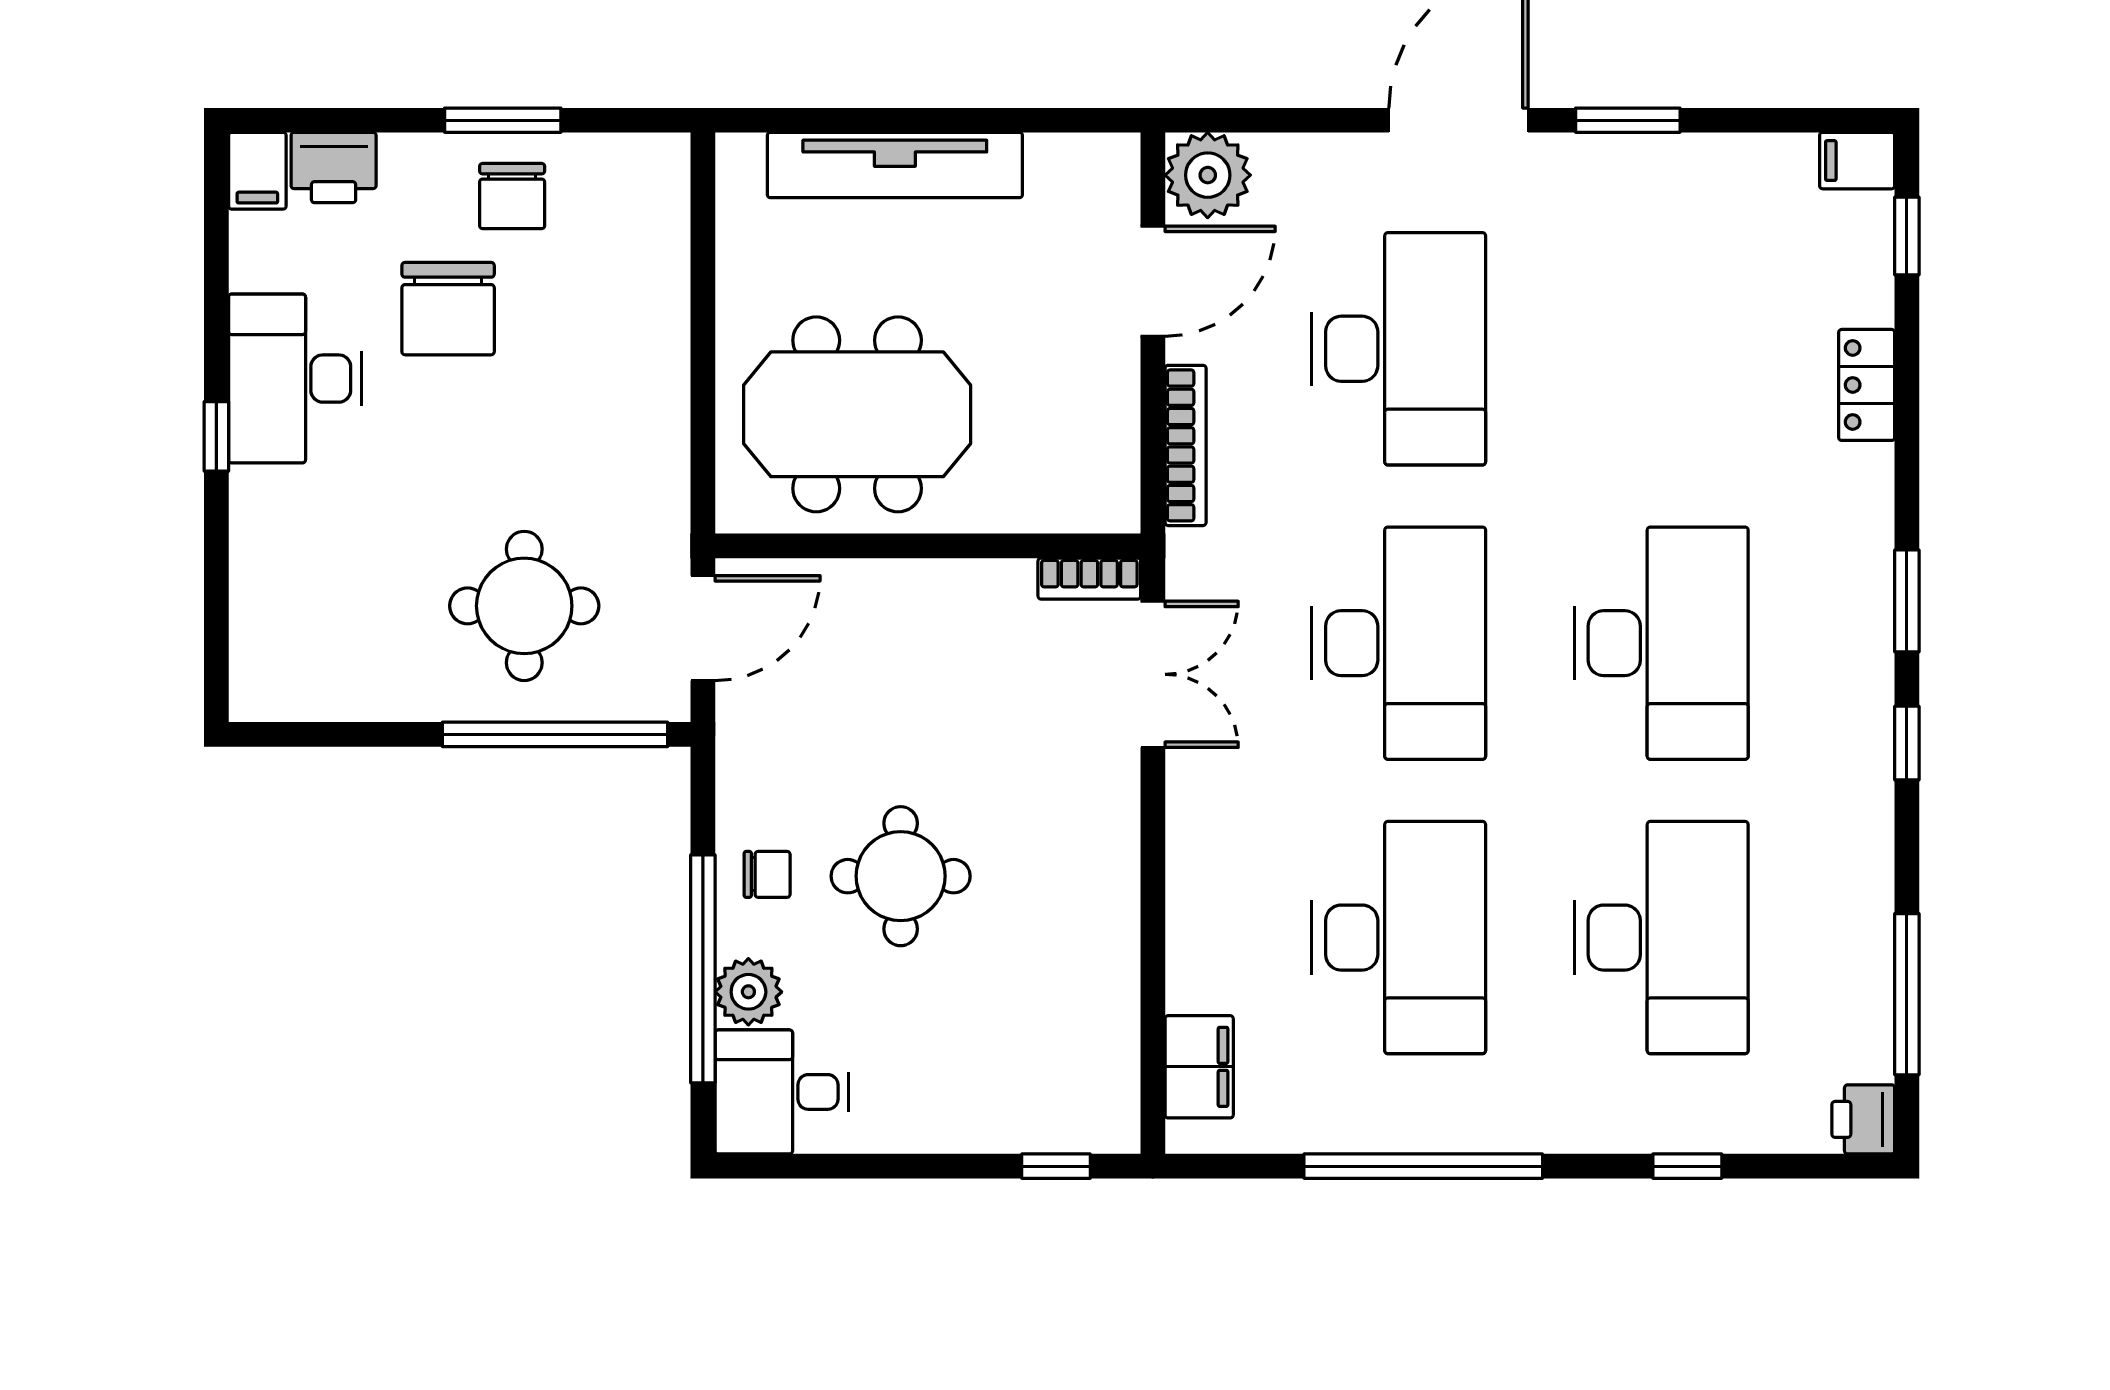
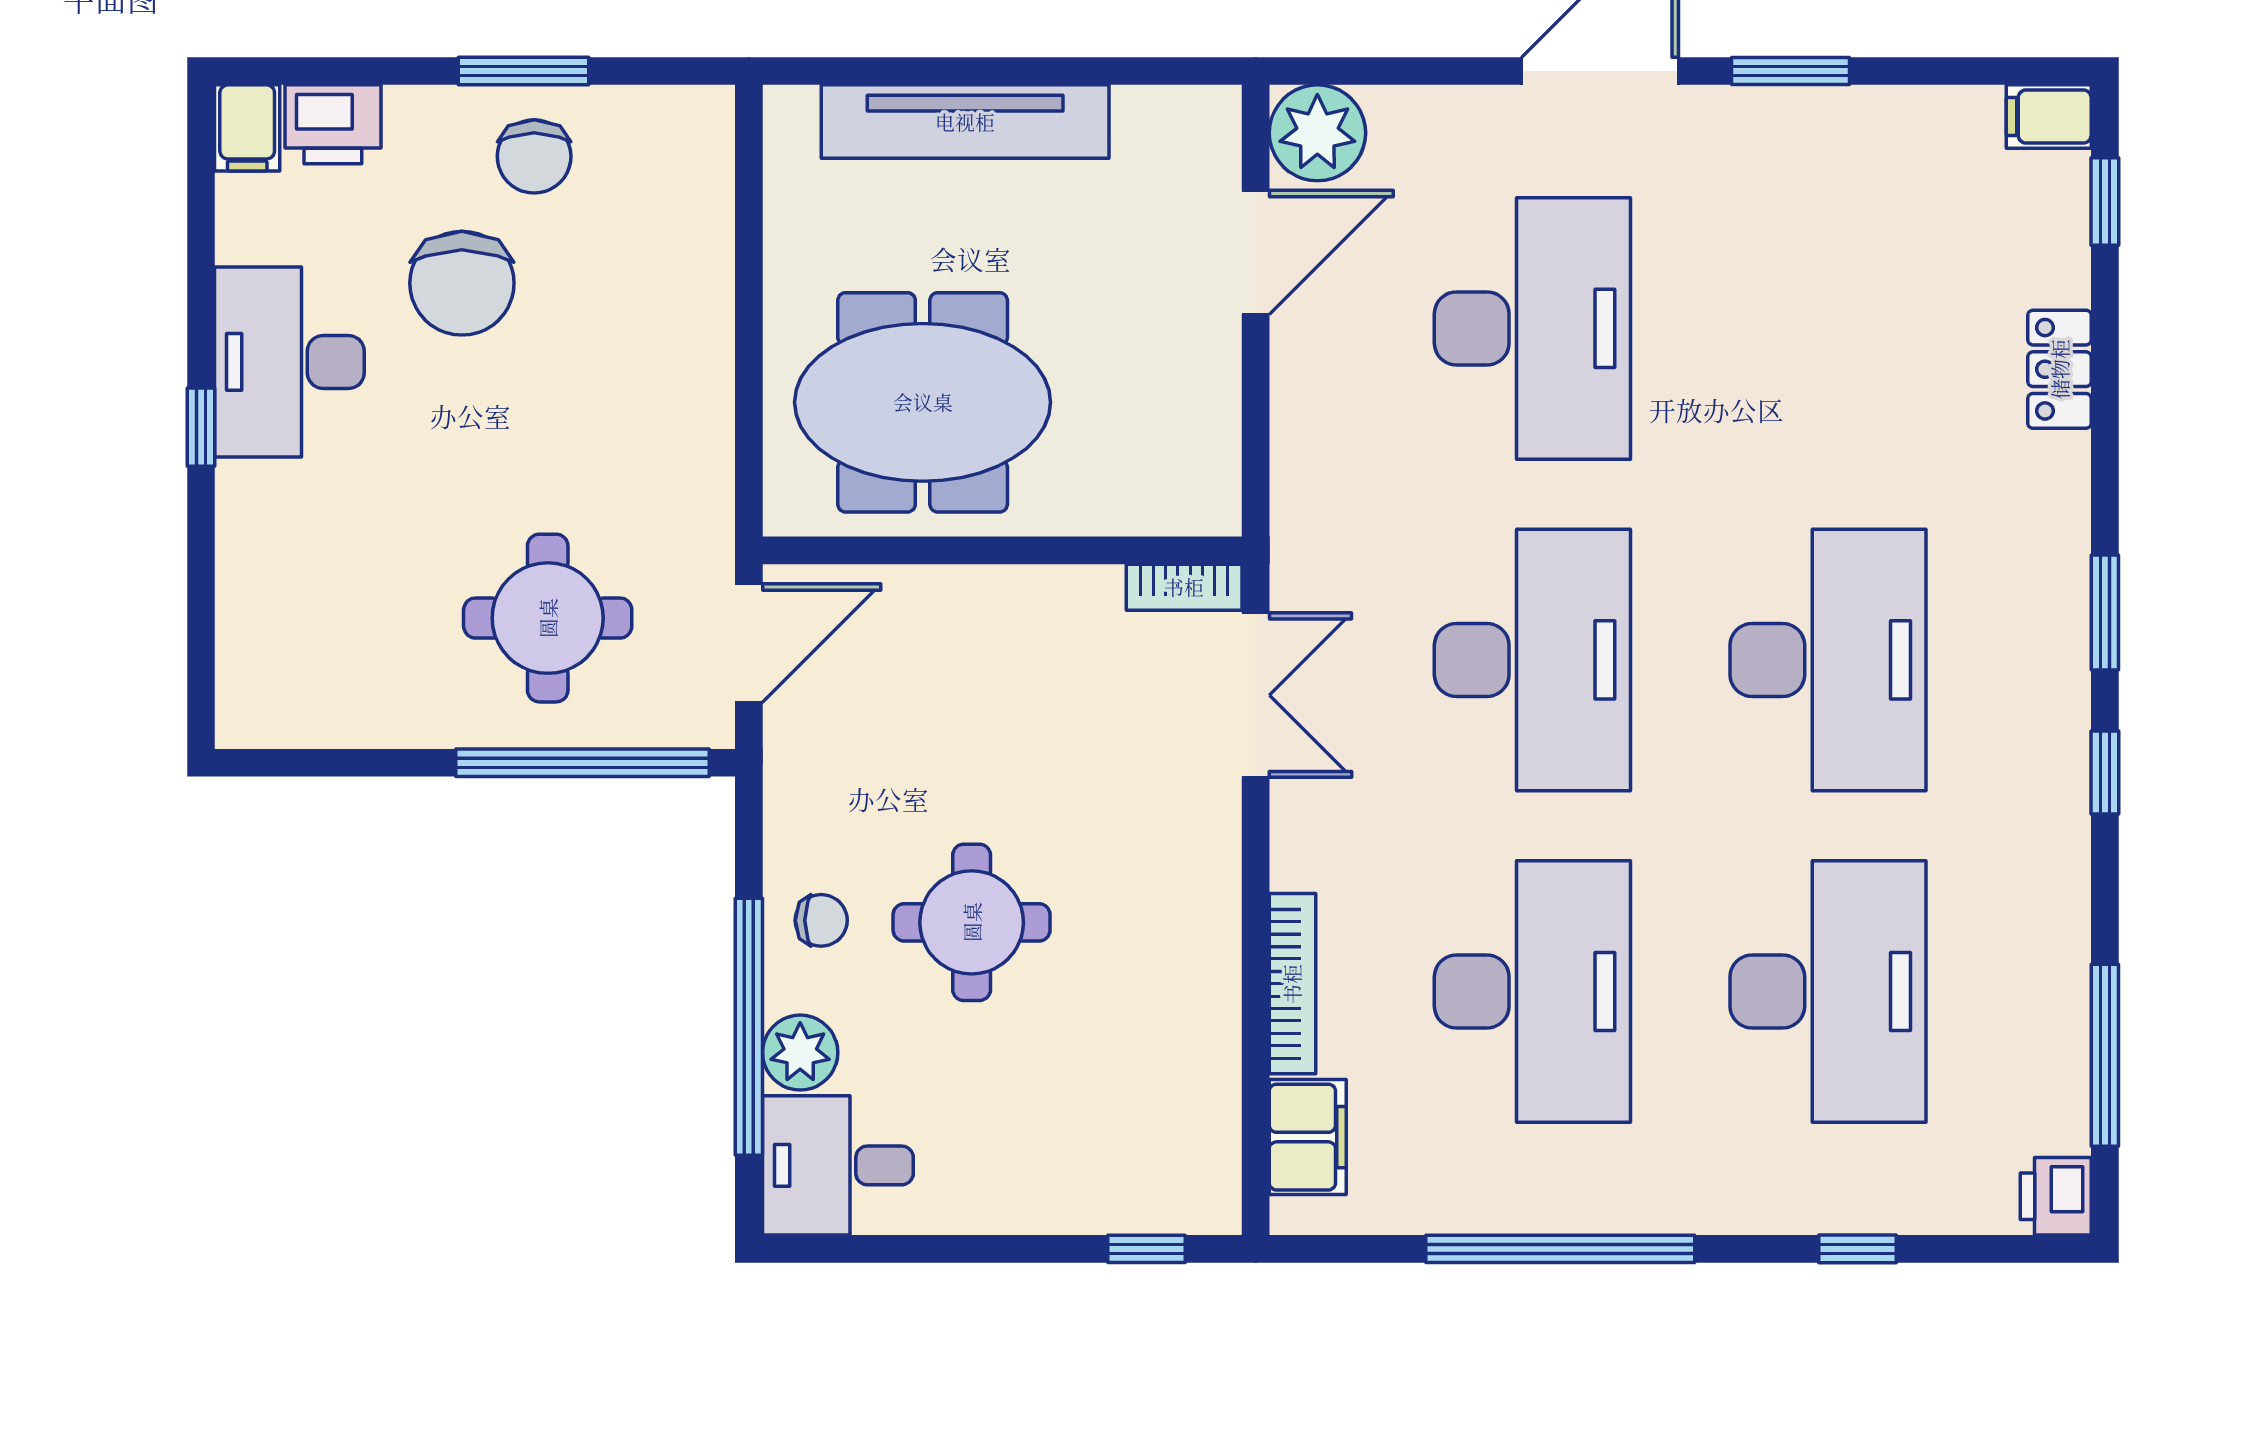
bookcase: (1186, 445) -> (1292, 984), moved

